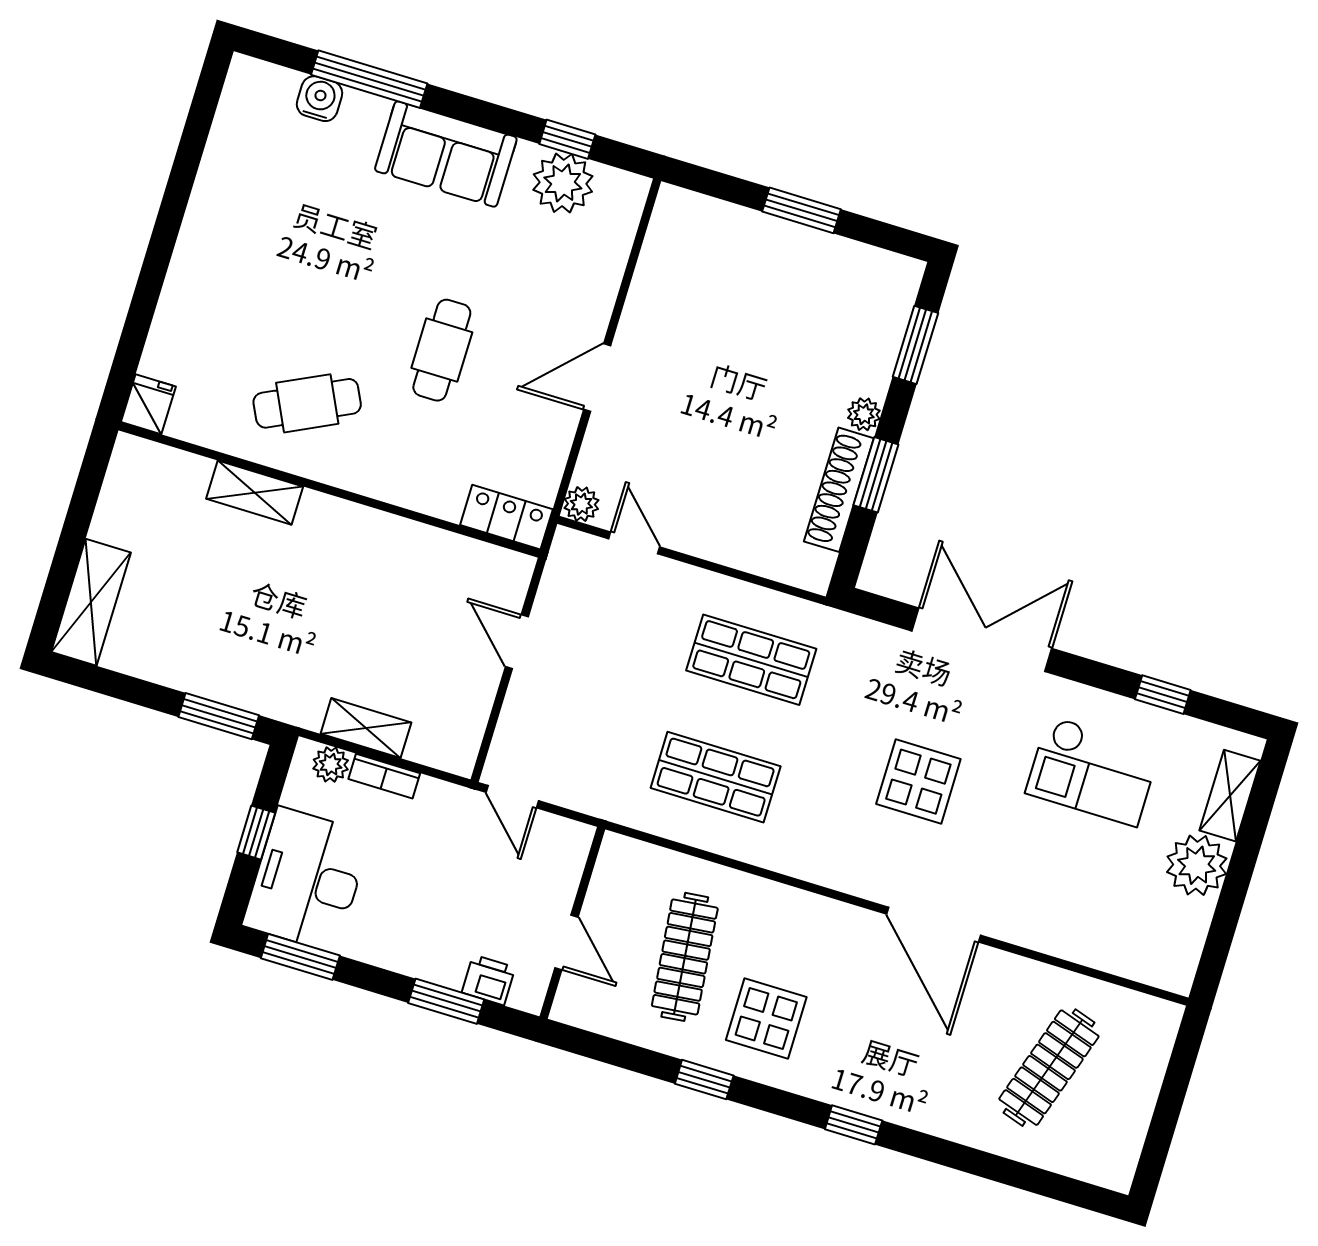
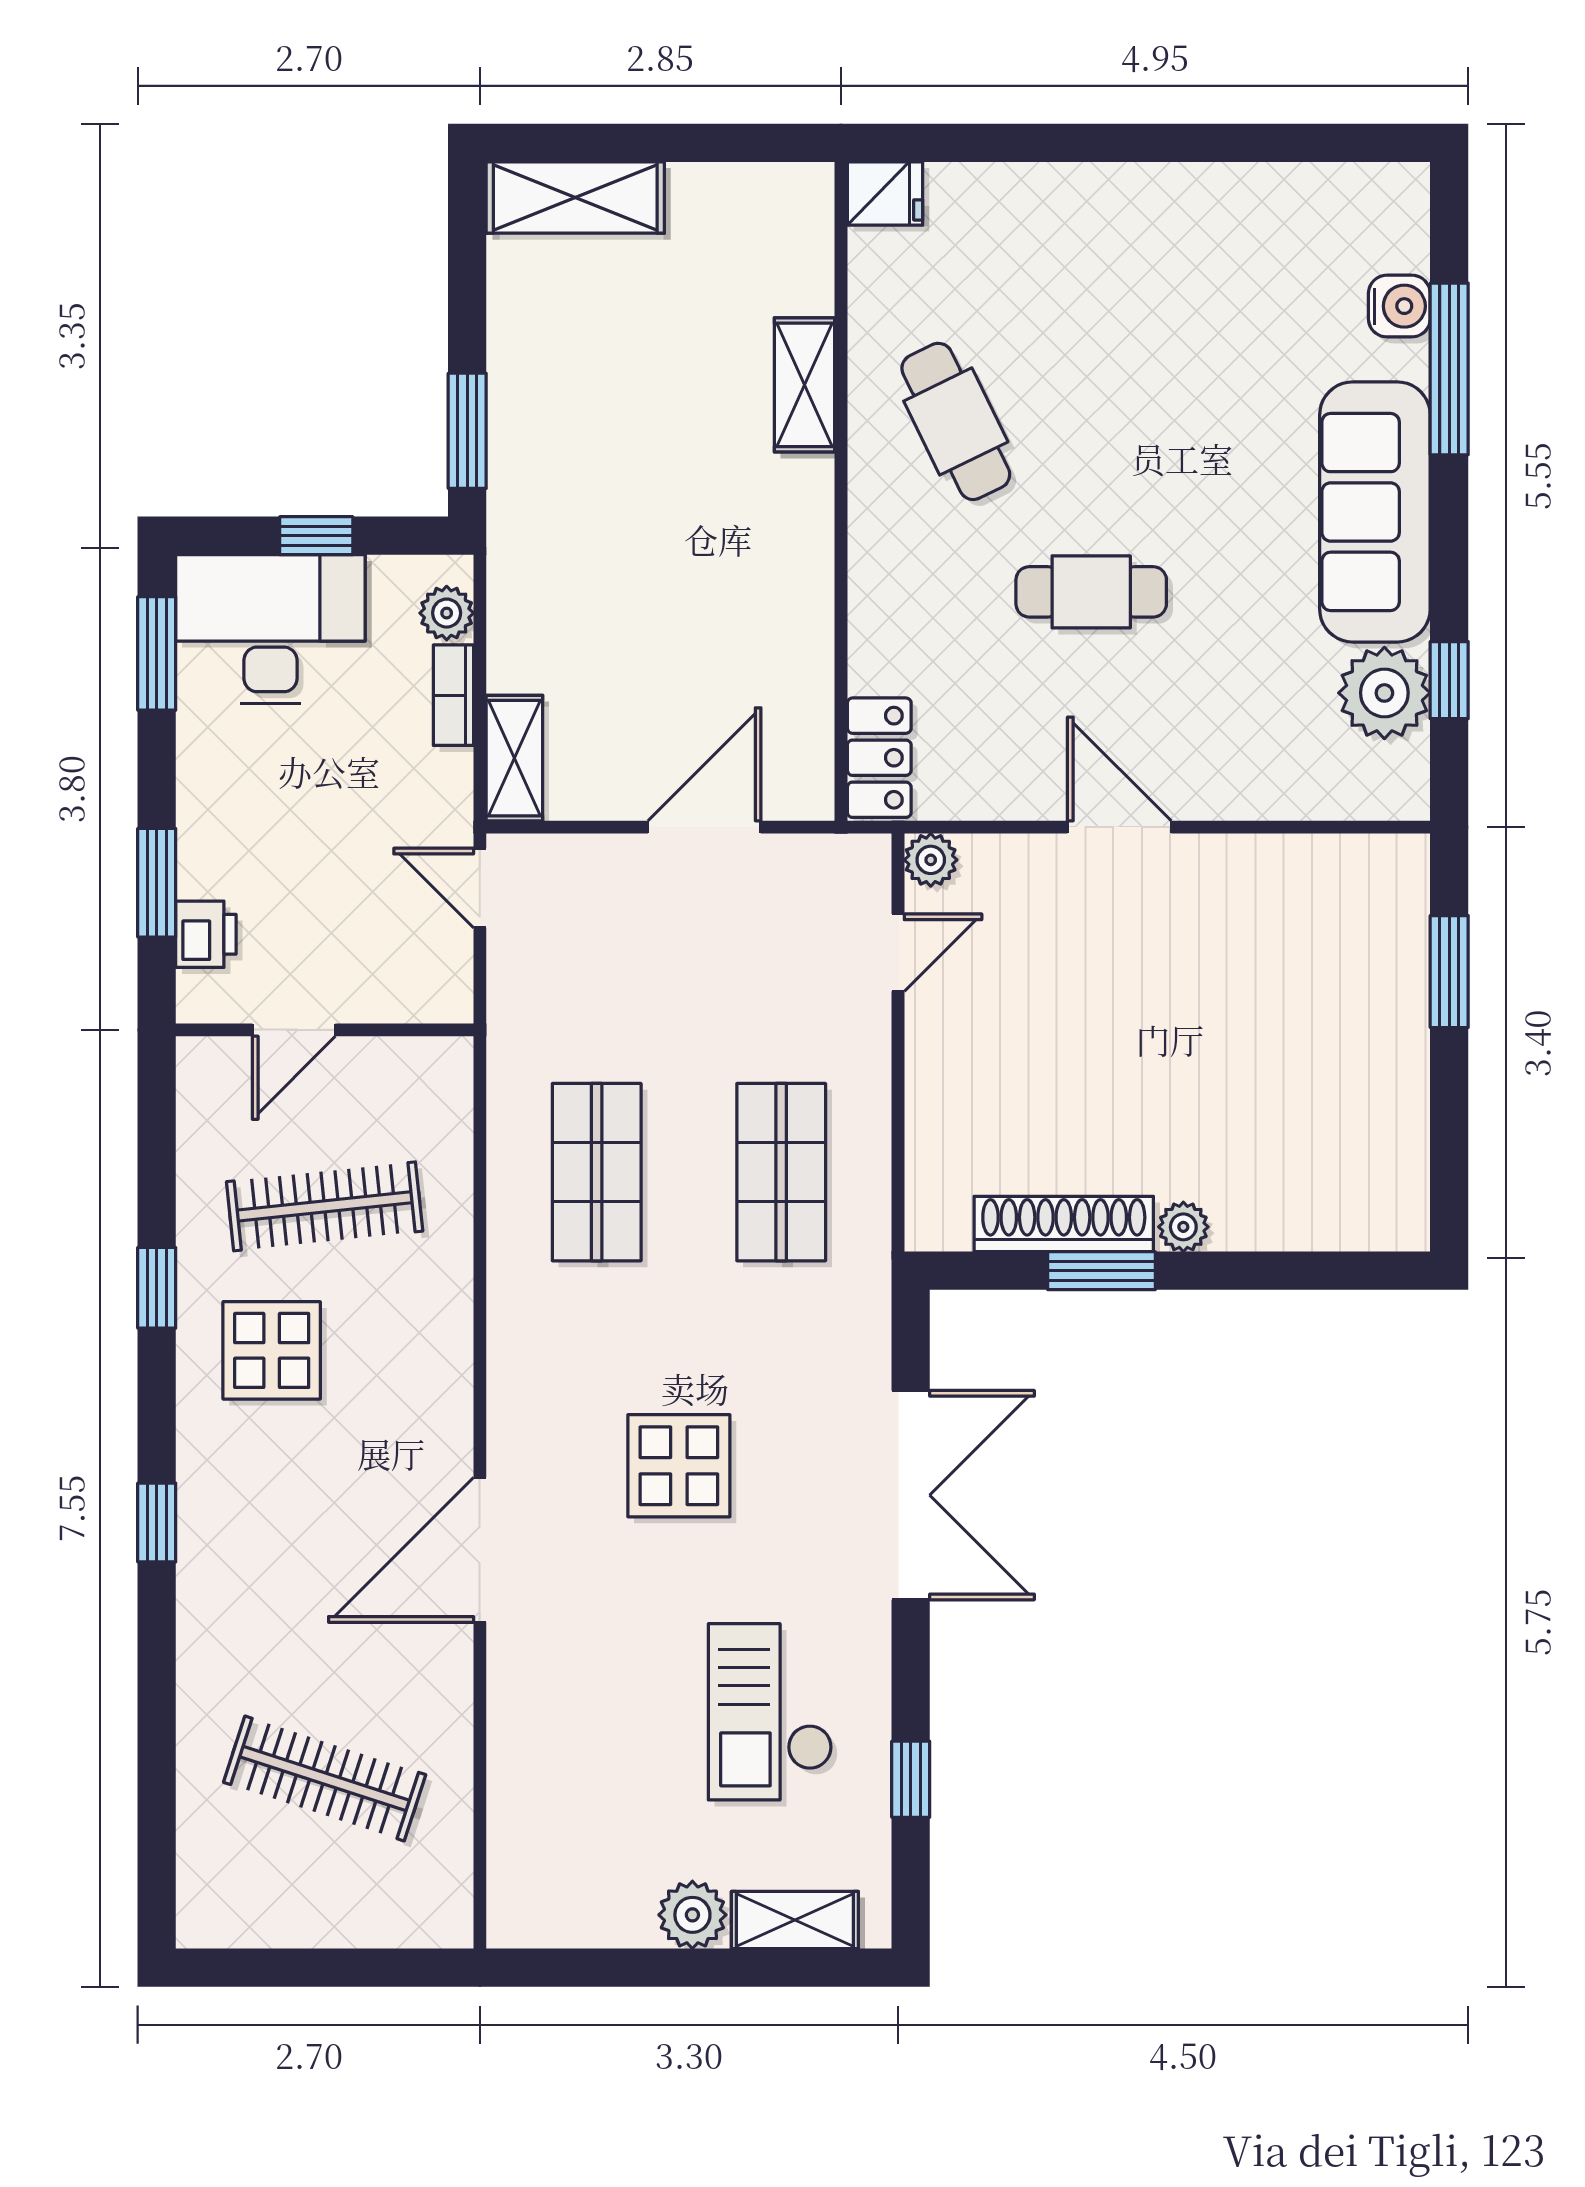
sofa: (446, 154) -> (1375, 512), width x1.36
window: (801, 210) -> (1449, 972), moved
window: (915, 345) -> (1305, 1271), removed
door: (517, 642) -> (704, 827), width x1.38
shelving: (366, 728) -> (514, 758), moved
door: (512, 797) -> (480, 888), hinge flipped
plant: (1197, 865) -> (692, 1915), width x0.73, depth x0.73

